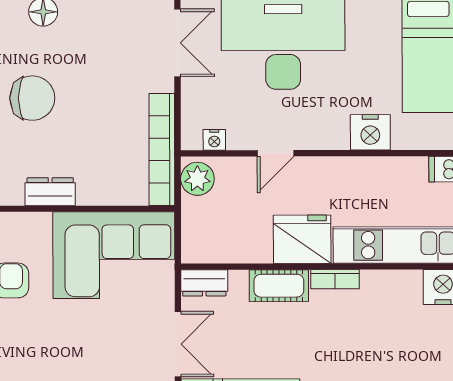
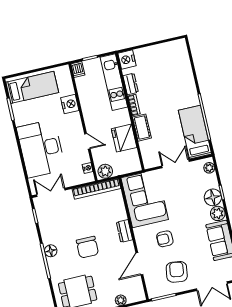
chair: (32, 98) -> (87, 247), turned 180
fridge: (302, 239) -> (124, 138), moved
dresser: (204, 283) -> (131, 84), moved

